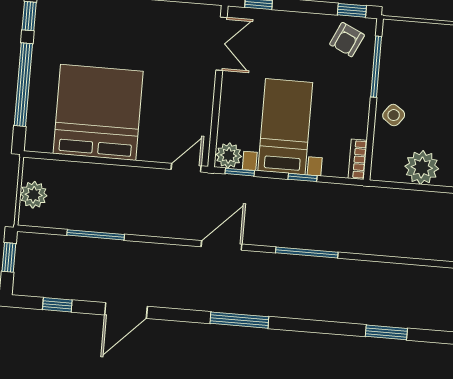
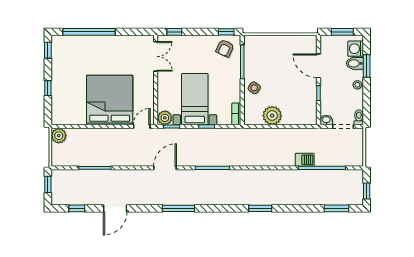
window: (23, 85) -> (48, 88), width x0.32
bed: (98, 112) -> (110, 100), moved
plant: (34, 195) -> (59, 136), moved

